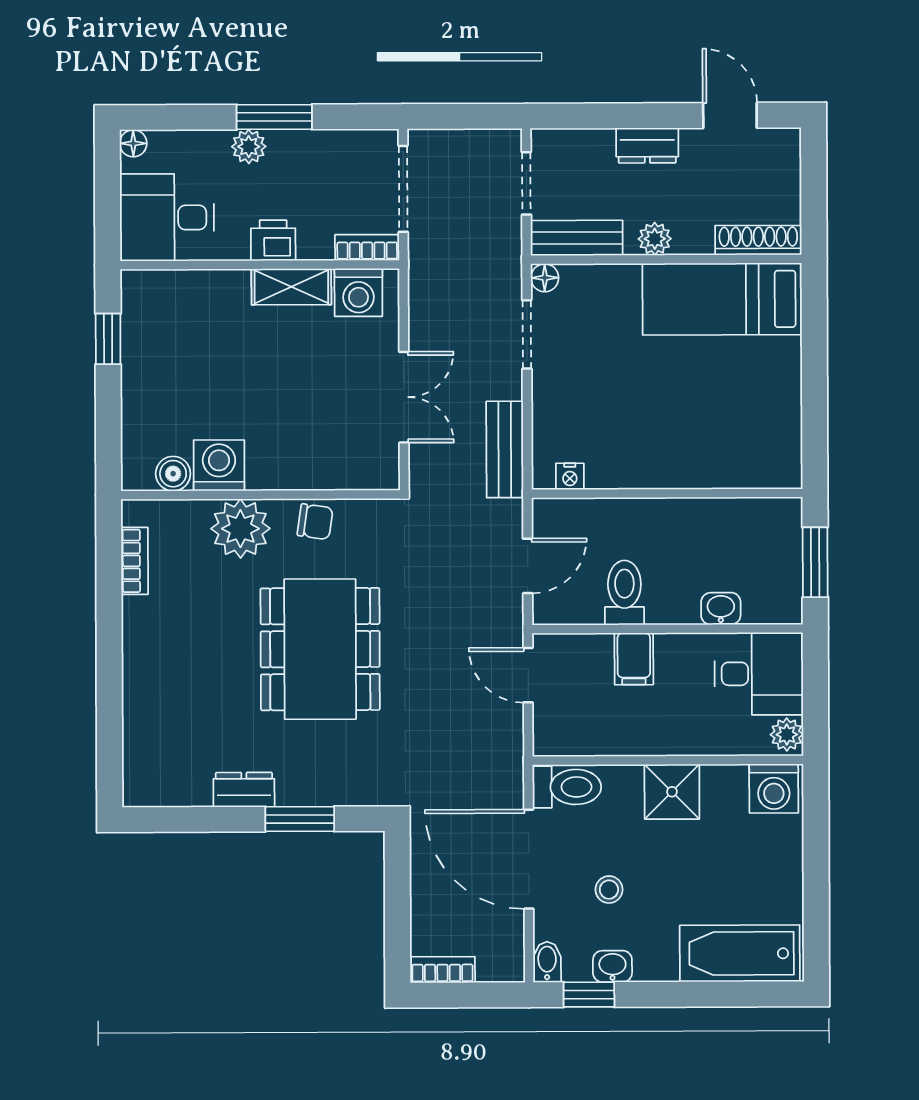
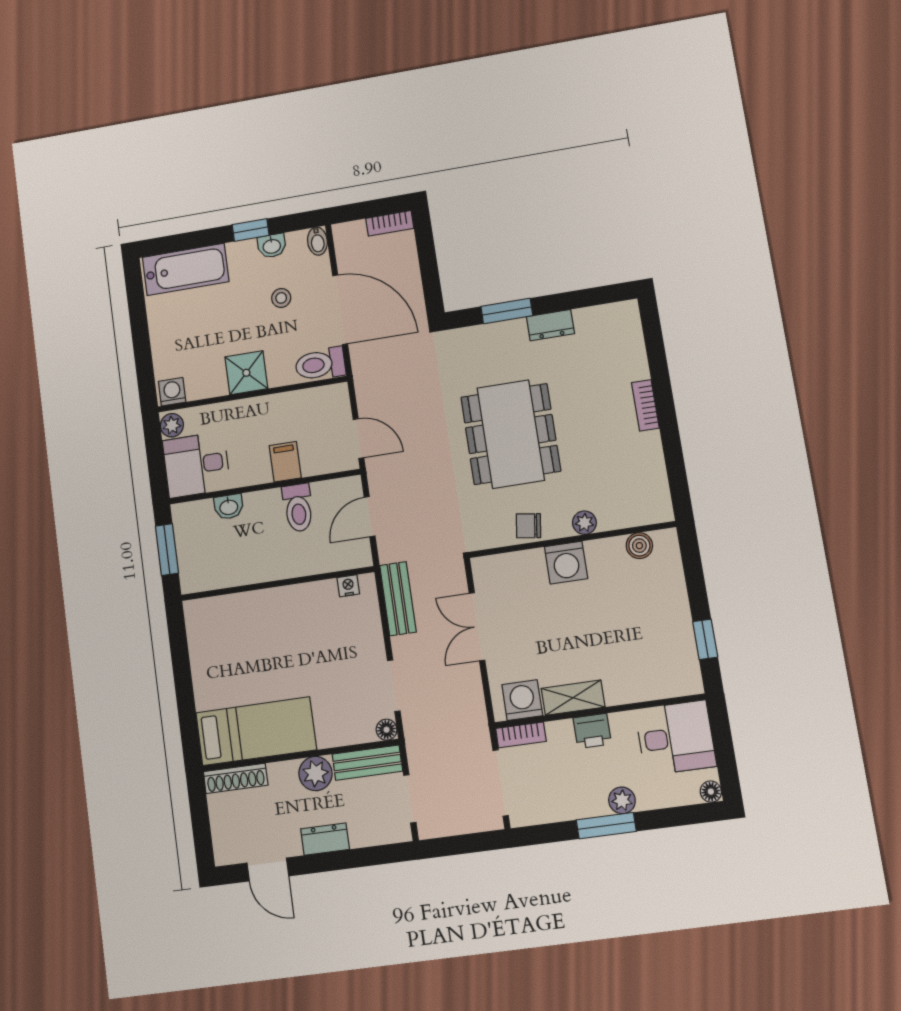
plant: (655, 239) -> (315, 774), width x1.38, depth x1.38
washing machine: (219, 465) -> (566, 563), moved
plant: (240, 529) -> (584, 523), width x0.53, depth x0.53
bookcase: (135, 561) -> (645, 405), moved
washing machine: (774, 788) -> (172, 392), width x0.73, depth x0.73
window: (589, 995) -> (251, 230), moved

